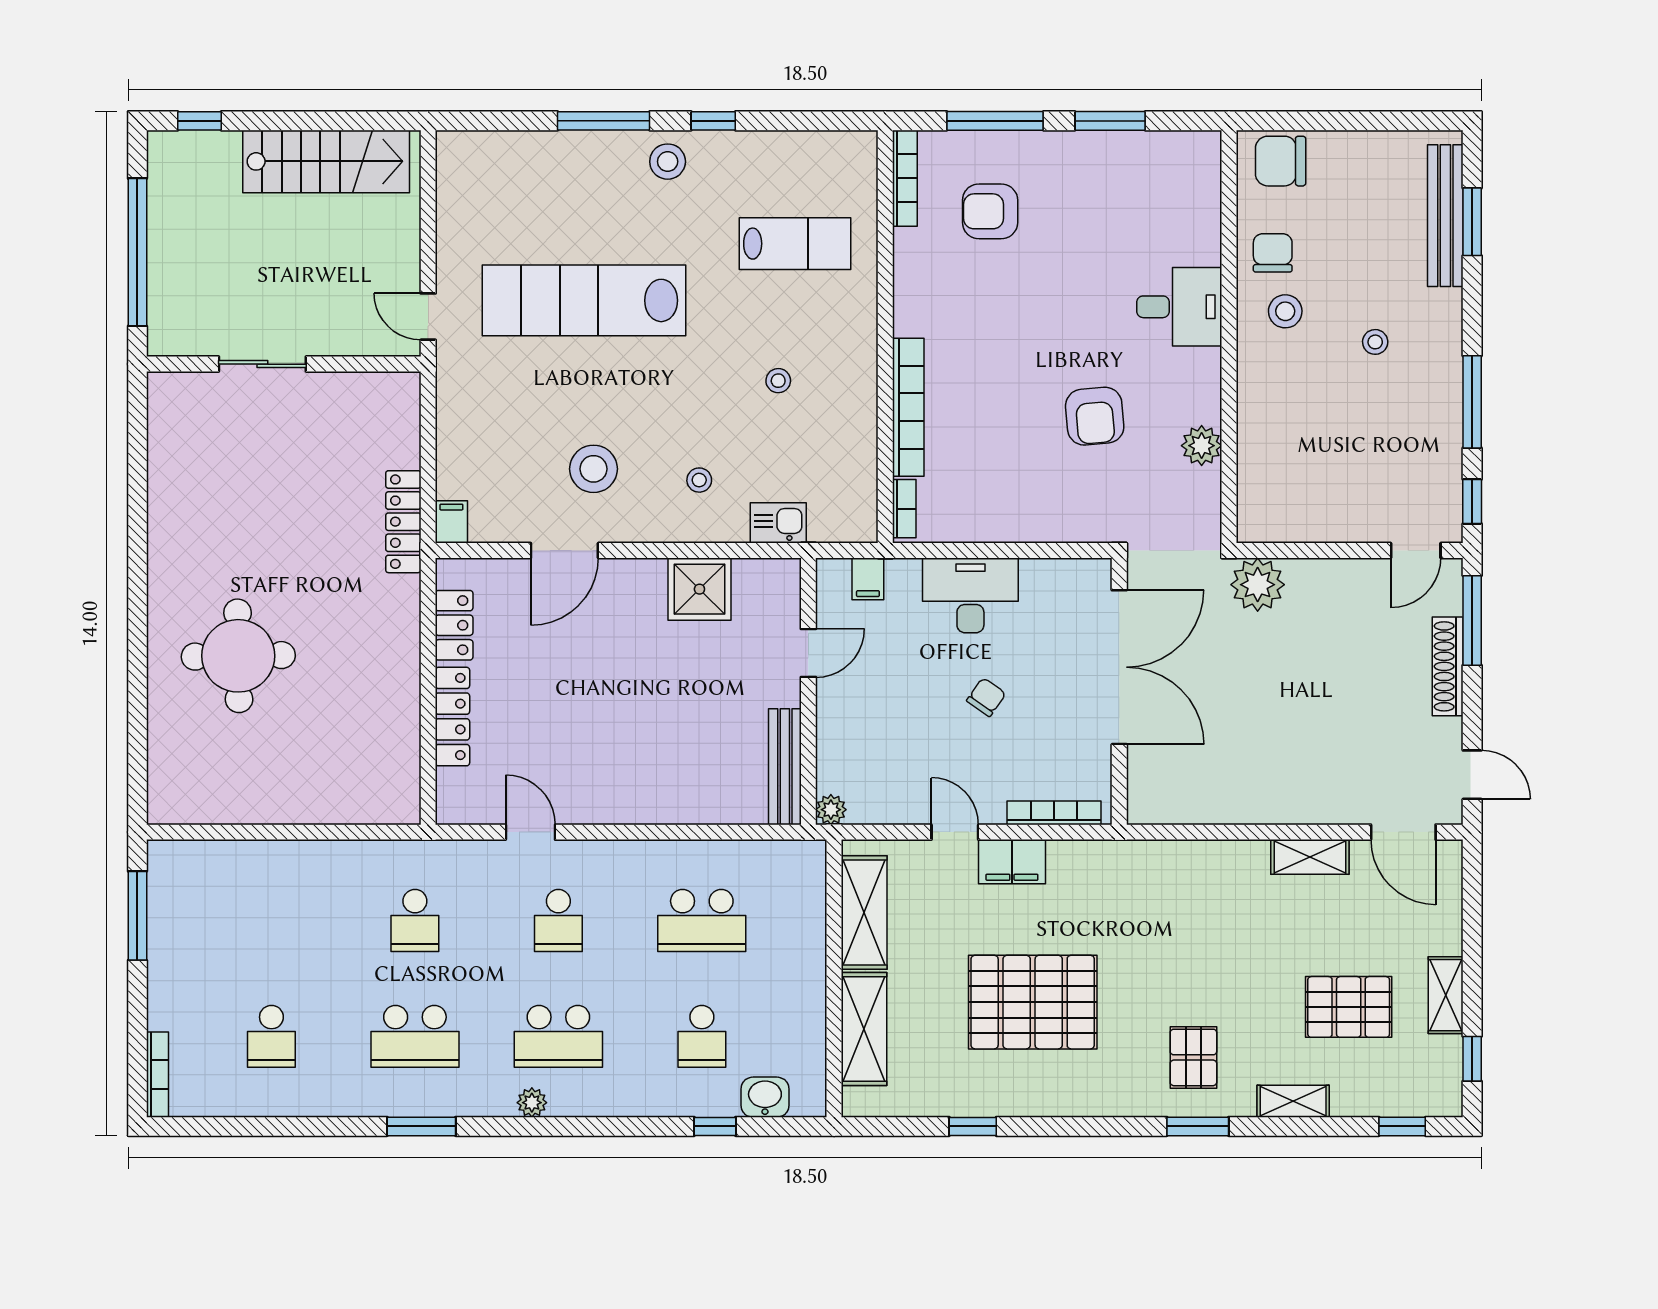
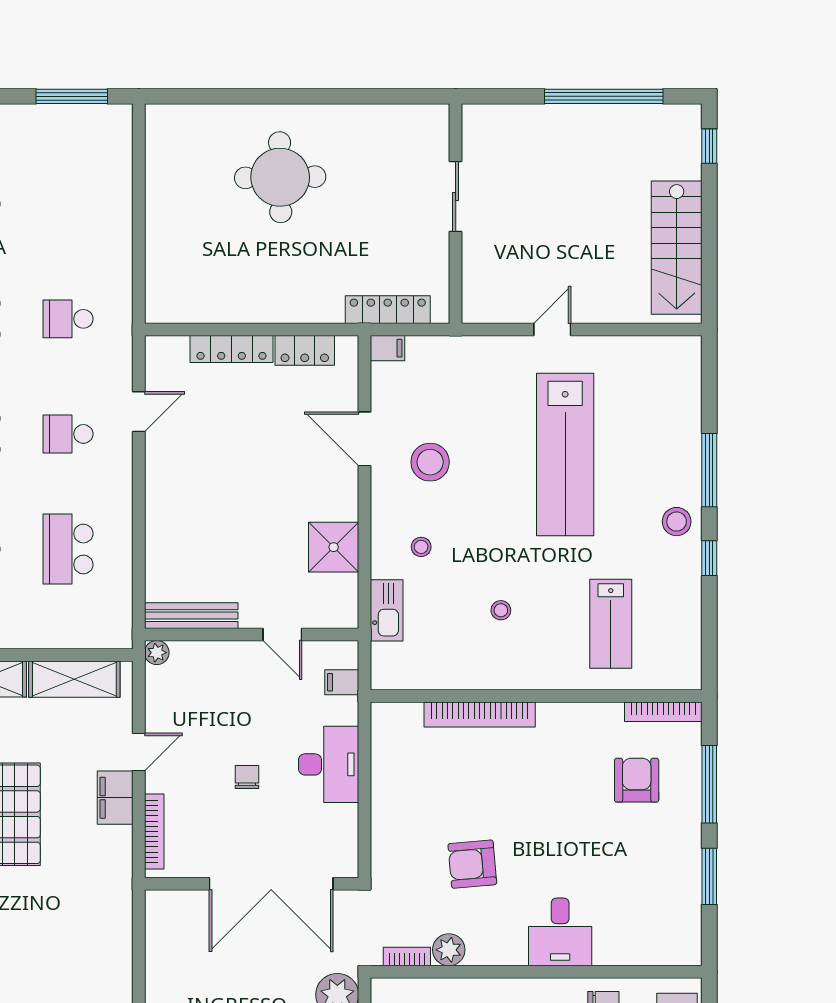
lab bench: (584, 300) -> (565, 454), turned 180
sliding door: (262, 364) -> (456, 197), moved
wall: (284, 364) -> (456, 214), moved
bookcase: (904, 509) -> (407, 957), moved, turned 180
kitchen sink: (778, 523) -> (387, 610), width x1.38
chair: (986, 697) -> (247, 777), turned -125

